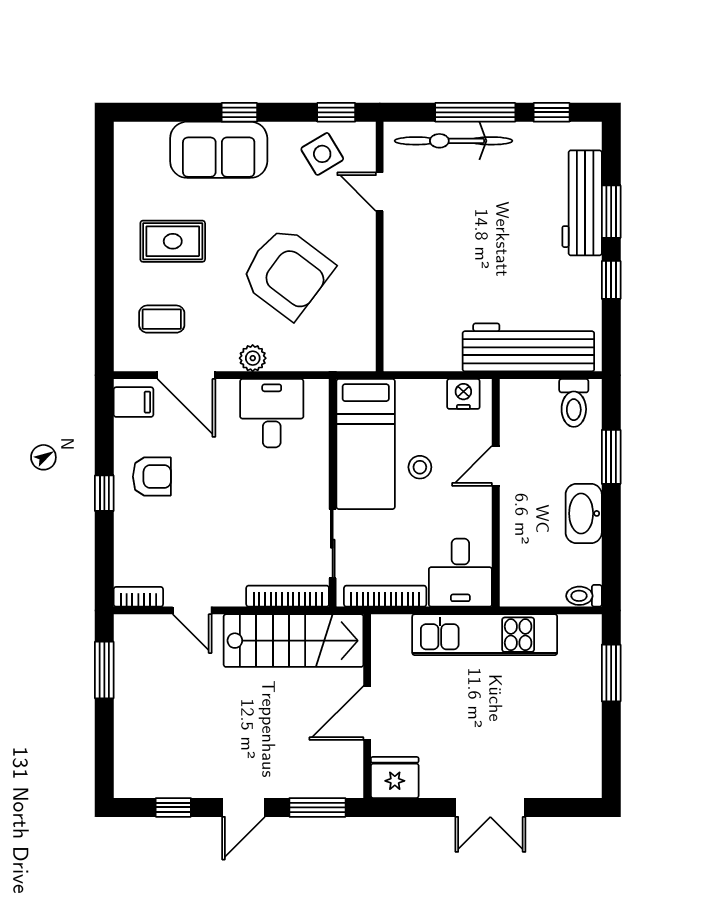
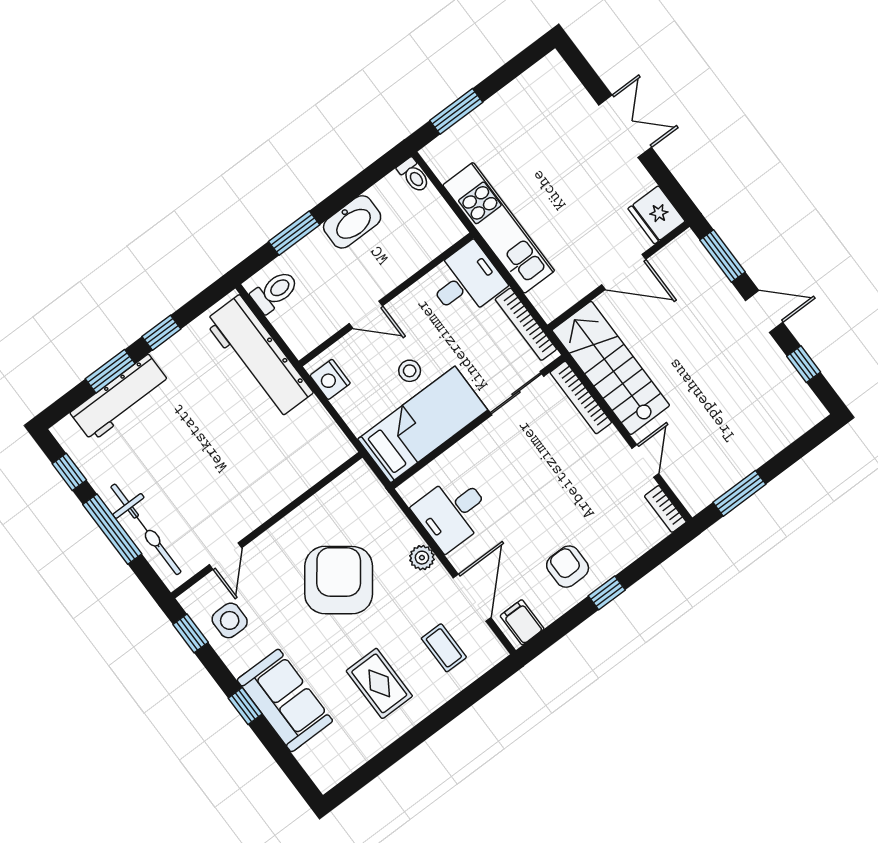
side table: (322, 154) -> (230, 620), turned 31

